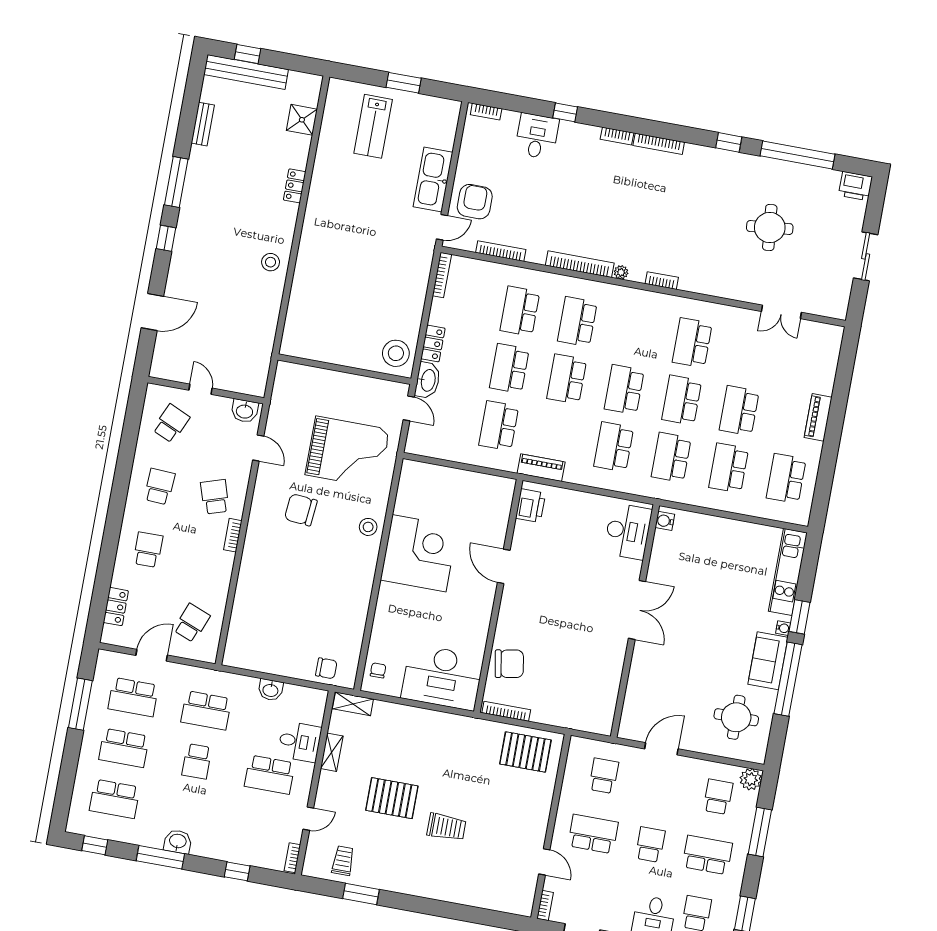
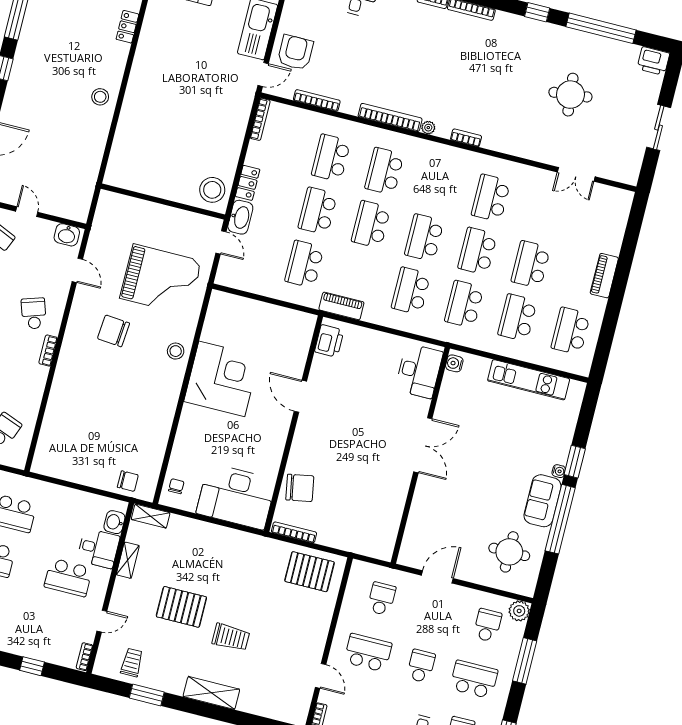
kitchen unit: (788, 572) -> (529, 380), moved, turned -90
washbasin: (271, 690) -> (114, 522), moved, turned 90
shelving: (430, 887) -> (211, 693), added

